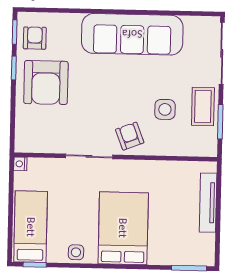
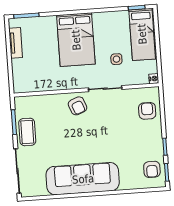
armchair: (46, 82) -> (147, 111), moved, width x0.53, depth x0.53
side table: (165, 109) -> (54, 127), removed
tv unit: (208, 203) -> (16, 43), moved, width x0.71
side table: (76, 252) -> (116, 59), moved

